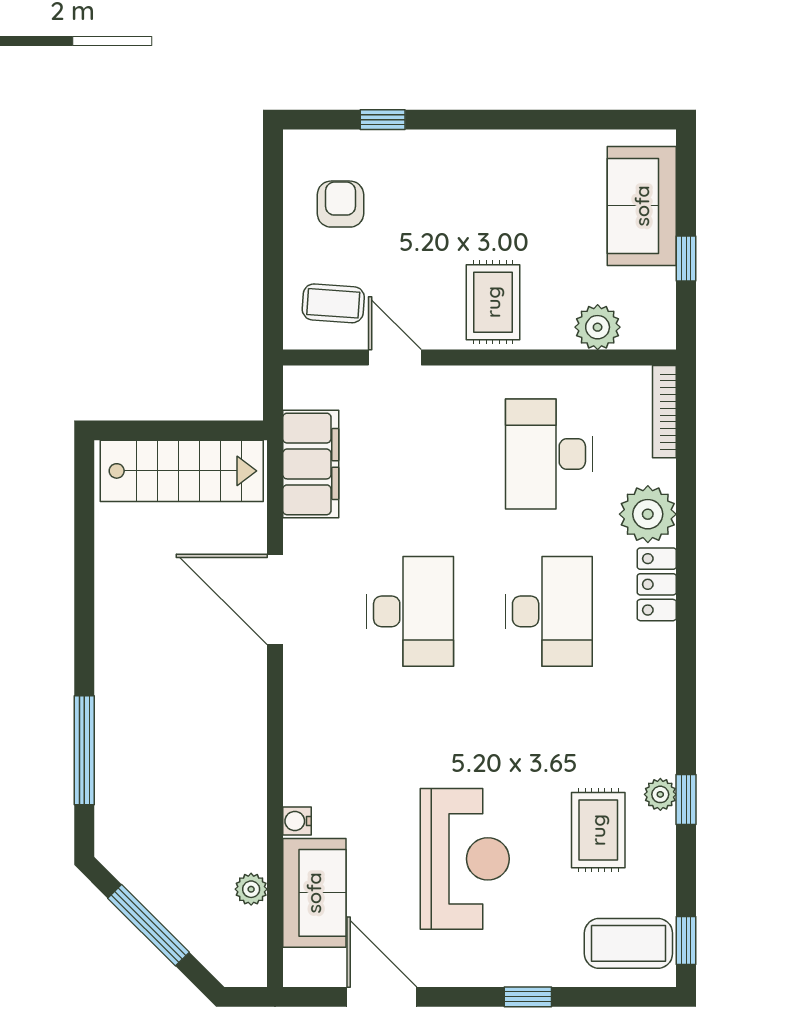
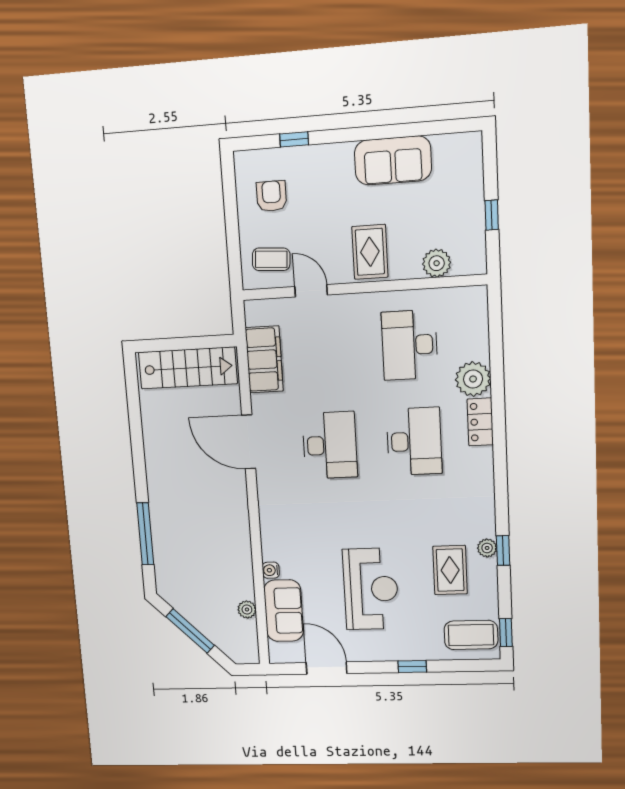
sofa: (642, 206) -> (393, 160), moved, turned -90
bookcase: (664, 412) -> (481, 314), removed

